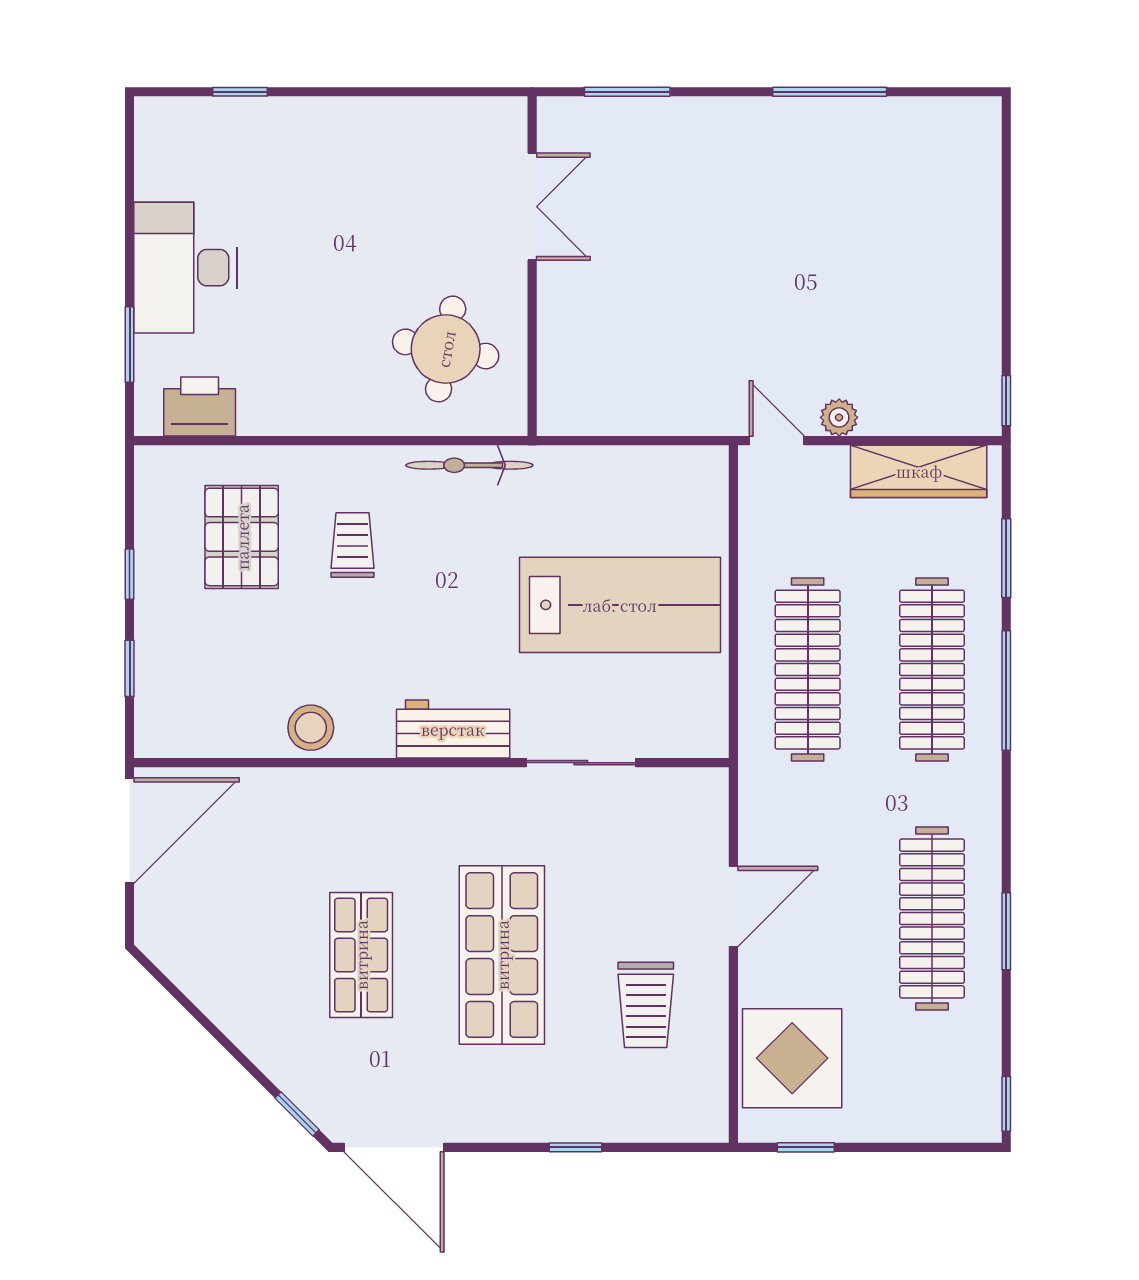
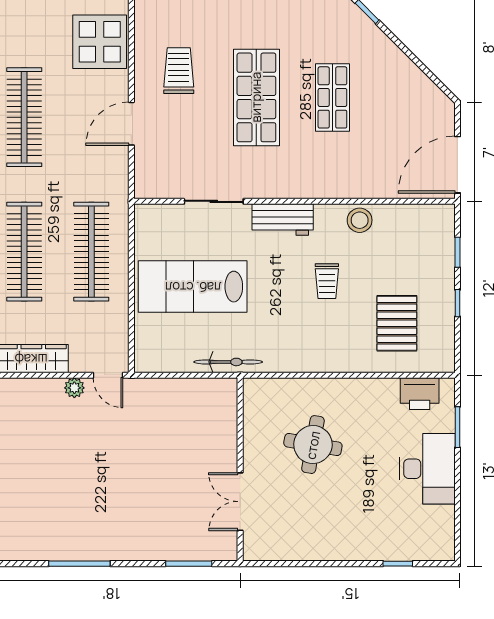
round table: (446, 349) -> (313, 445), moved
bicycle: (469, 465) -> (228, 362), moved
trolley: (353, 545) -> (327, 281), moved

